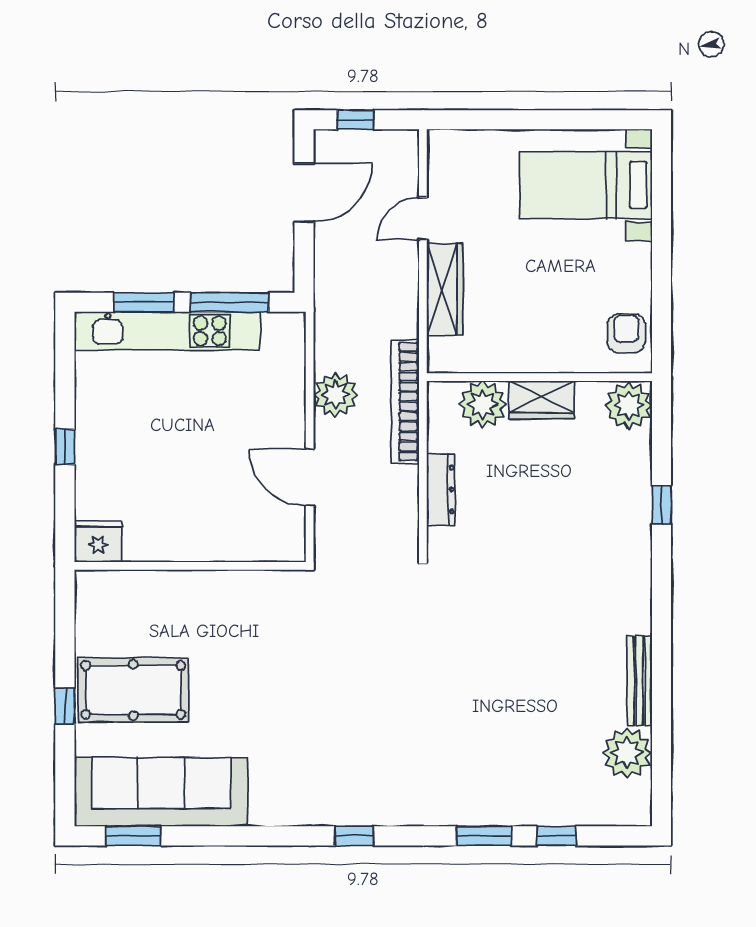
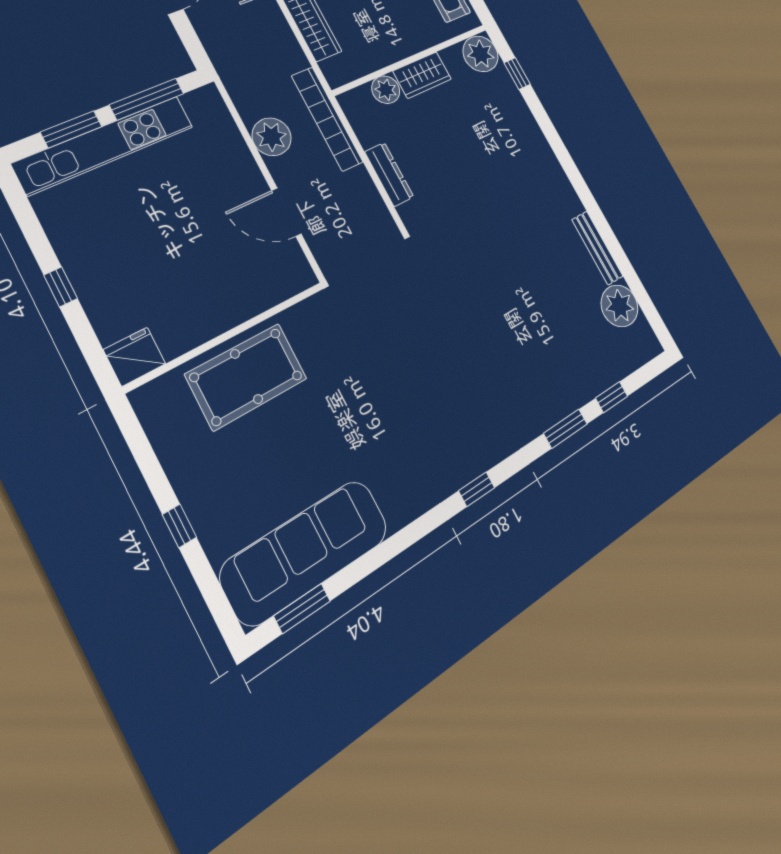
plant: (483, 404) -> (386, 90), width x0.73, depth x0.73
window: (661, 505) -> (517, 73), moved
pool table: (133, 690) -> (246, 376), moved

